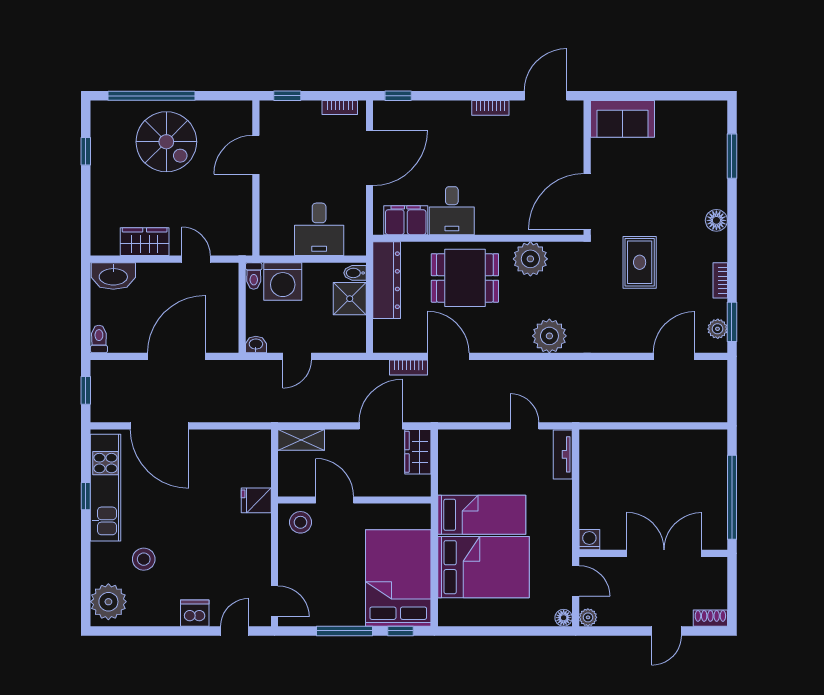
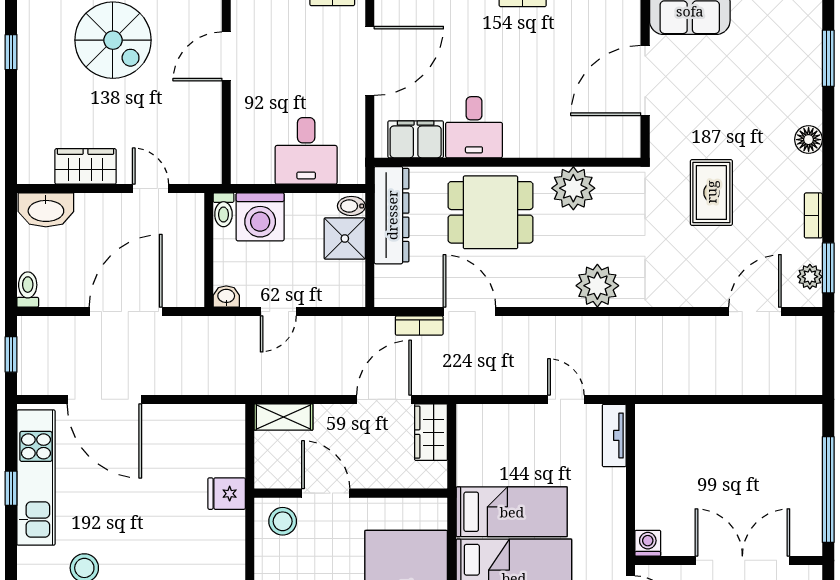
door: (587, 201) -> (645, 80), moved

